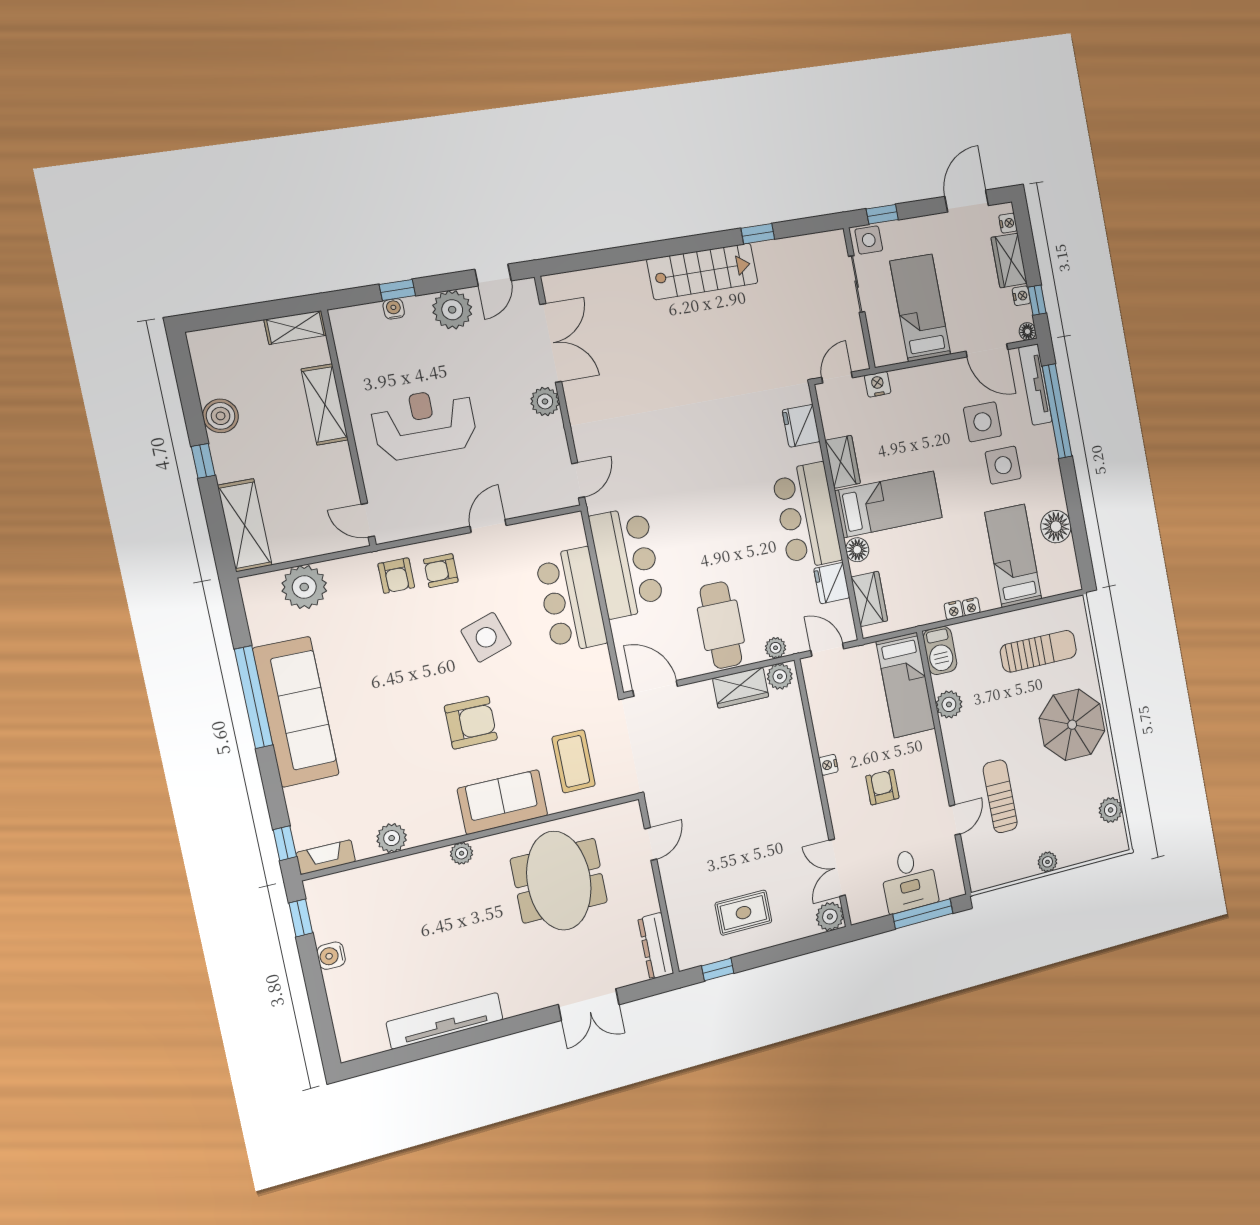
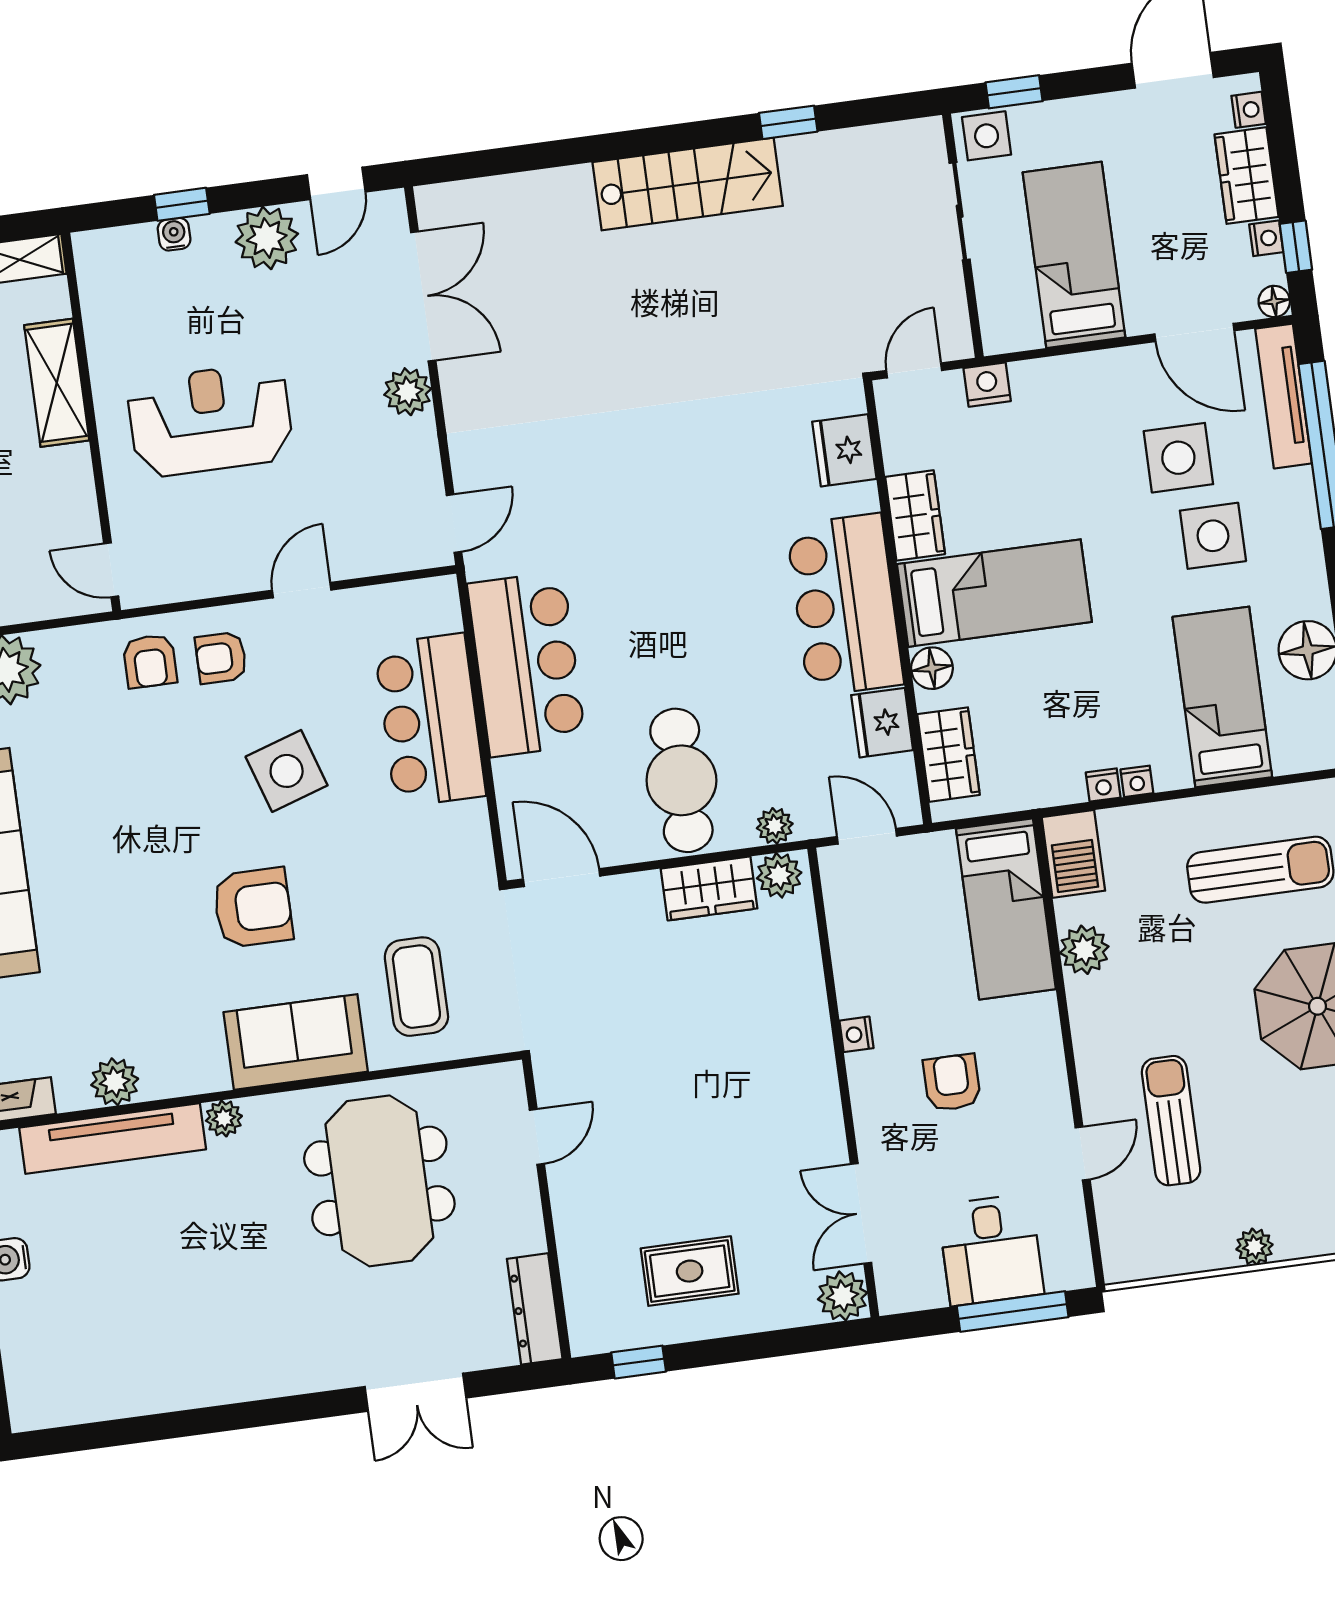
tv unit: (445, 1021) -> (113, 1139), moved, turned 180

